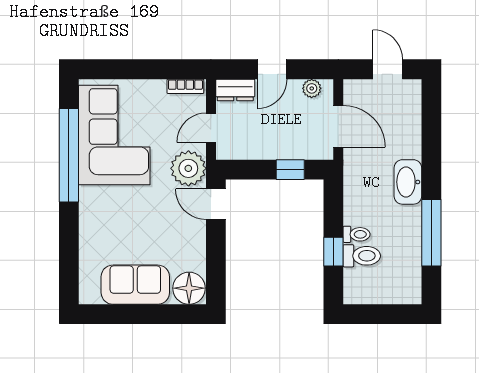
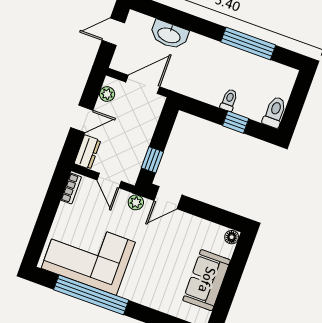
door: (272, 69) -> (82, 119), hinge flipped
plant: (188, 168) -> (136, 202), width x0.53, depth x0.53
window: (290, 170) -> (152, 160), moved
washbasin: (408, 182) -> (169, 35), moved
toilet: (362, 256) -> (275, 112), moved
floor lamp: (189, 288) -> (232, 237), width x0.53, depth x0.53

